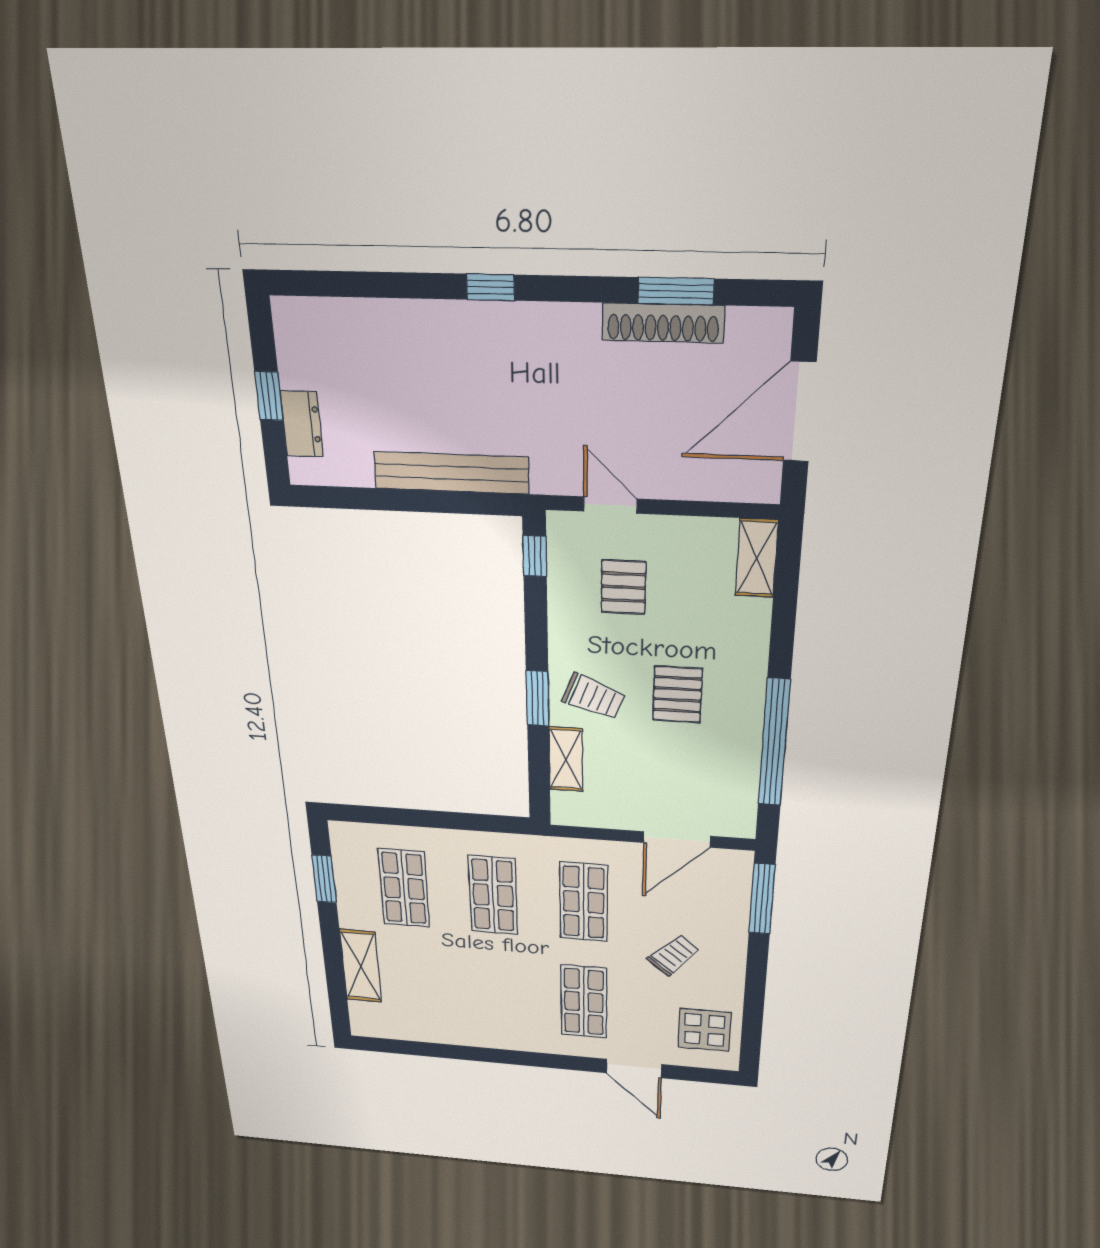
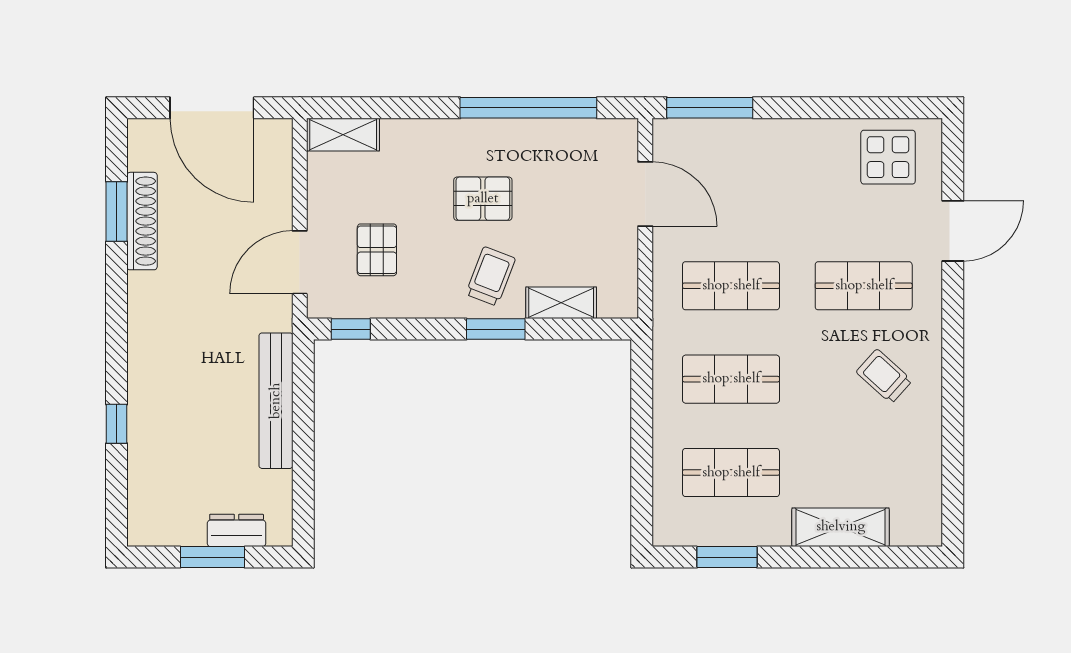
window: (490, 287) -> (117, 424), moved
window: (269, 396) -> (213, 557), width x1.50
door: (610, 505) -> (300, 262), width x1.38
pallet: (624, 587) -> (377, 250), turned 90
trolley: (673, 955) -> (884, 376), moved

